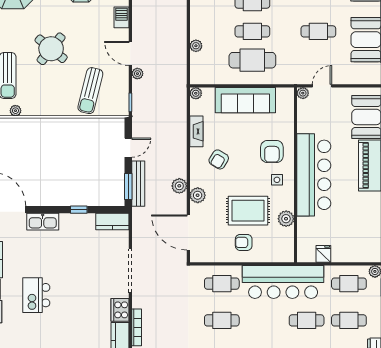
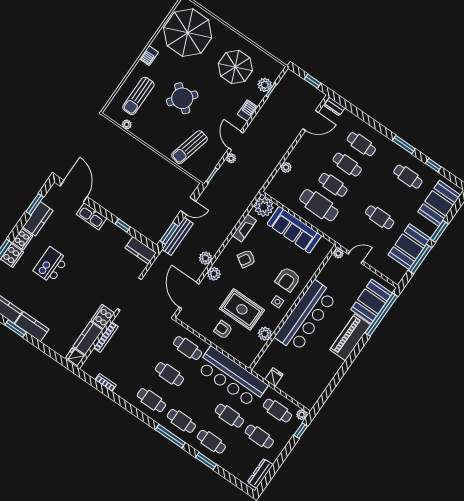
plant: (196, 93) -> (264, 207), width x1.88, depth x1.88

